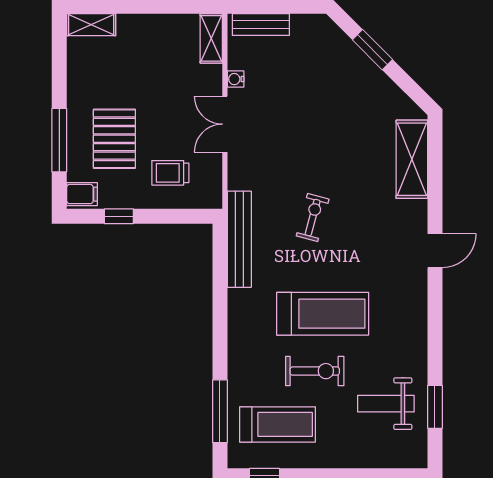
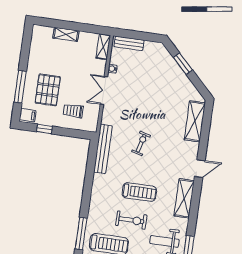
shelving: (91, 25) -> (66, 34), moved
shelving: (412, 313) -> (184, 198), added
treadmill: (323, 314) -> (139, 192), width x0.73, depth x0.73

